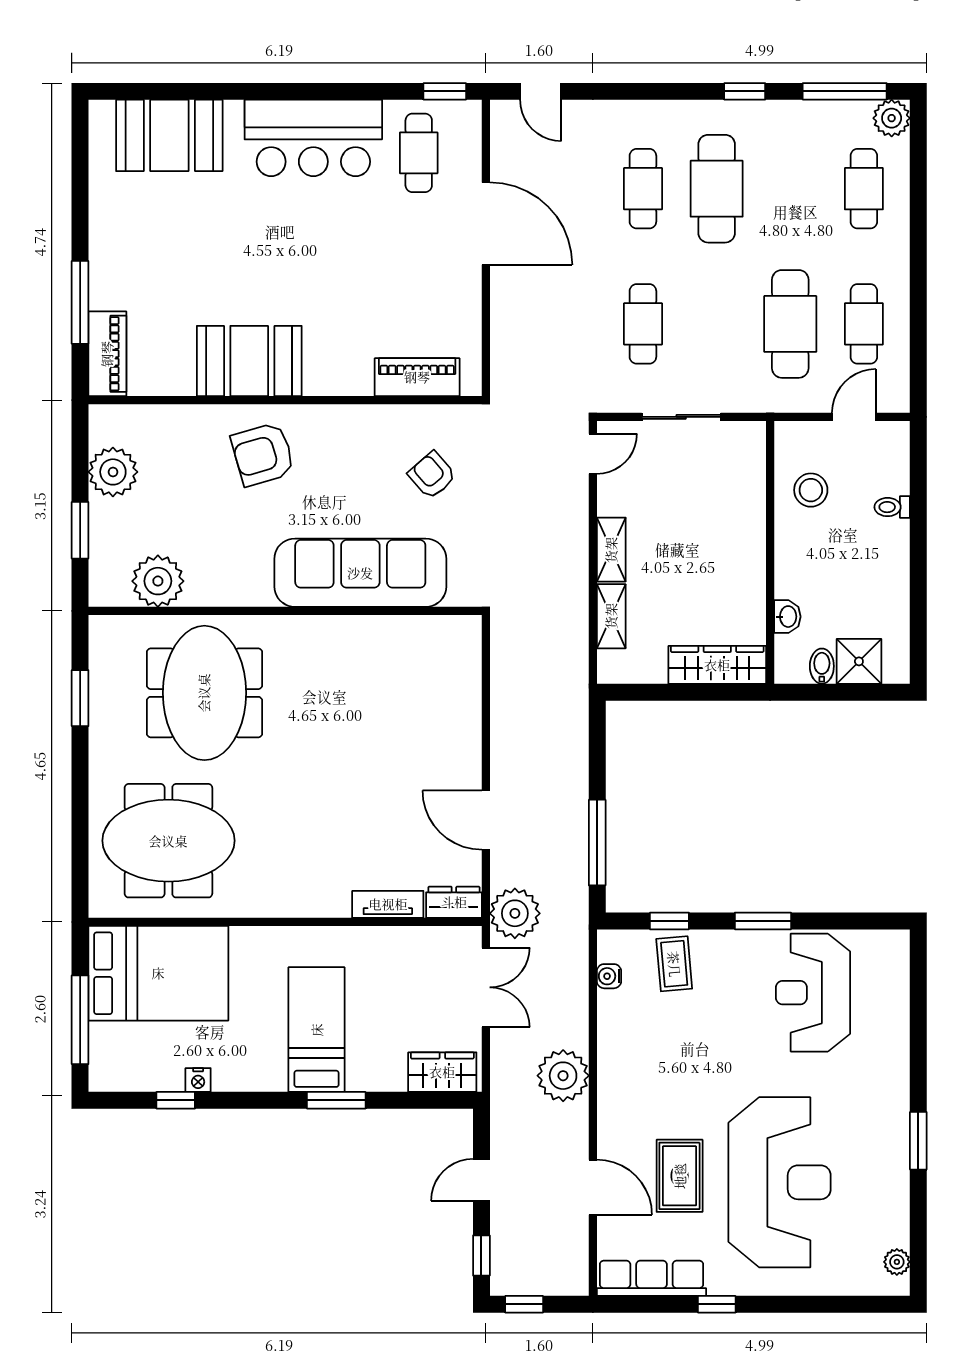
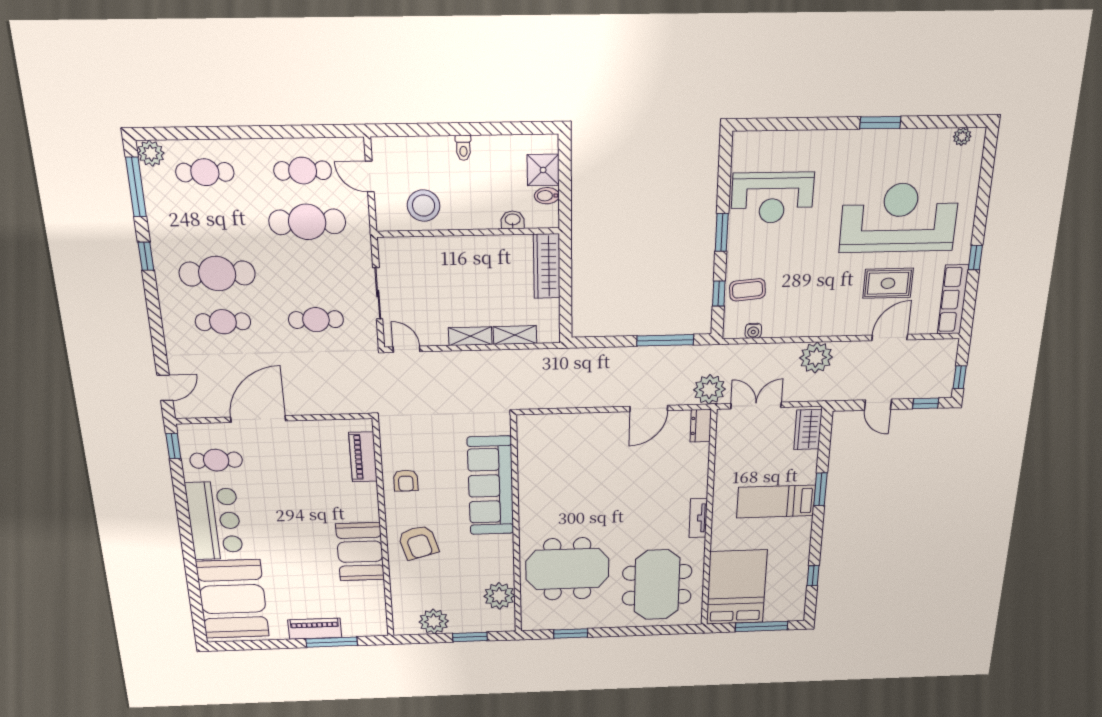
booth: (169, 135) -> (233, 599), width x1.36, depth x1.42
piano: (107, 354) -> (315, 629), moved
armchair: (432, 475) -> (406, 481), moved, turned -49
stool: (811, 490) -> (424, 206), width x1.38, depth x1.38
toilet: (892, 507) -> (463, 148), moved
tv unit: (388, 904) -> (698, 518), moved
nightstand: (198, 1080) -> (802, 564), removed

